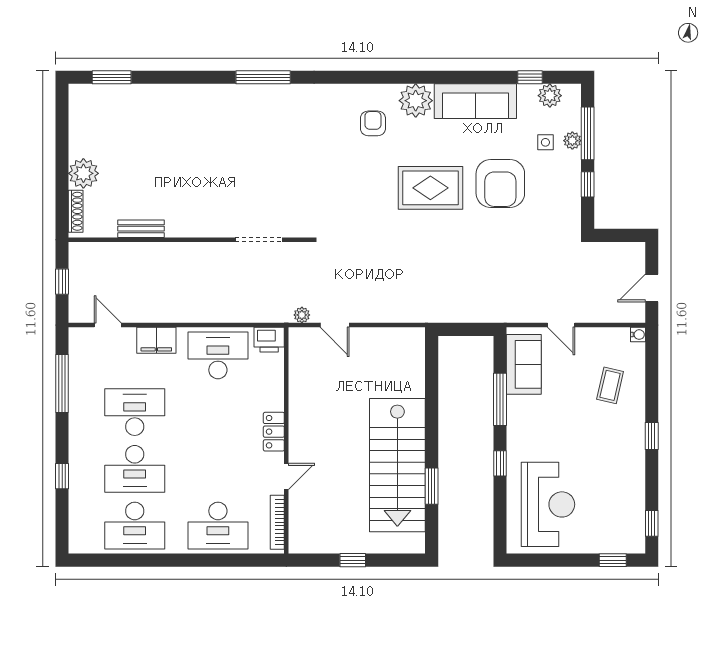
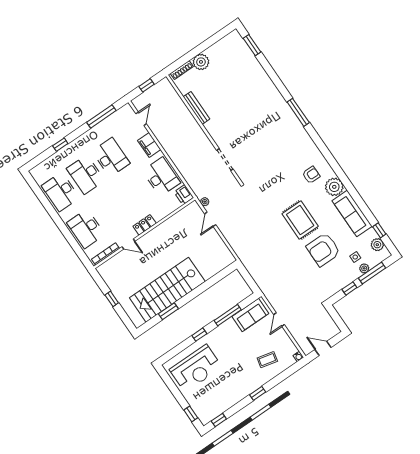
bench: (141, 229) -> (196, 108), width x1.36

